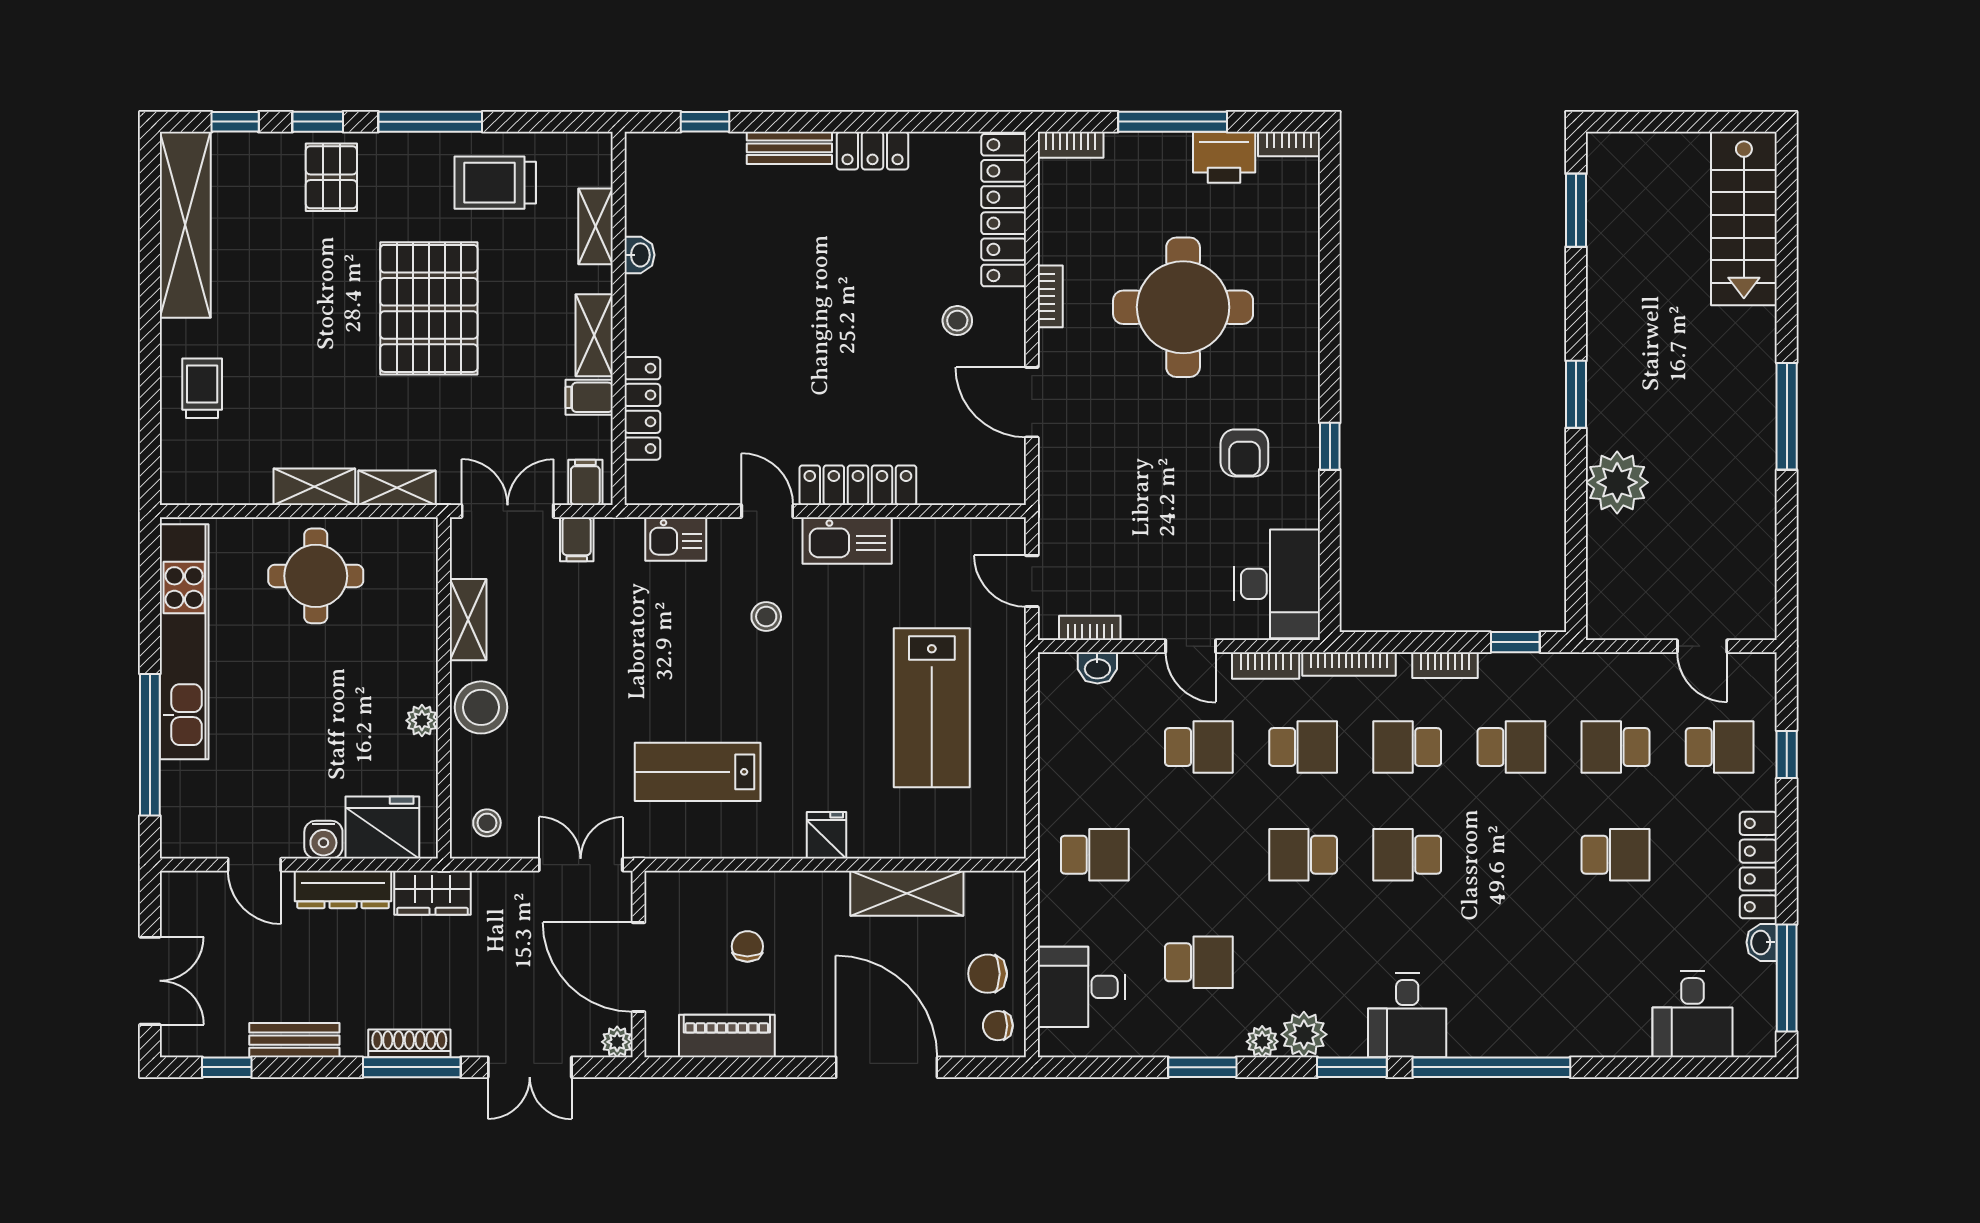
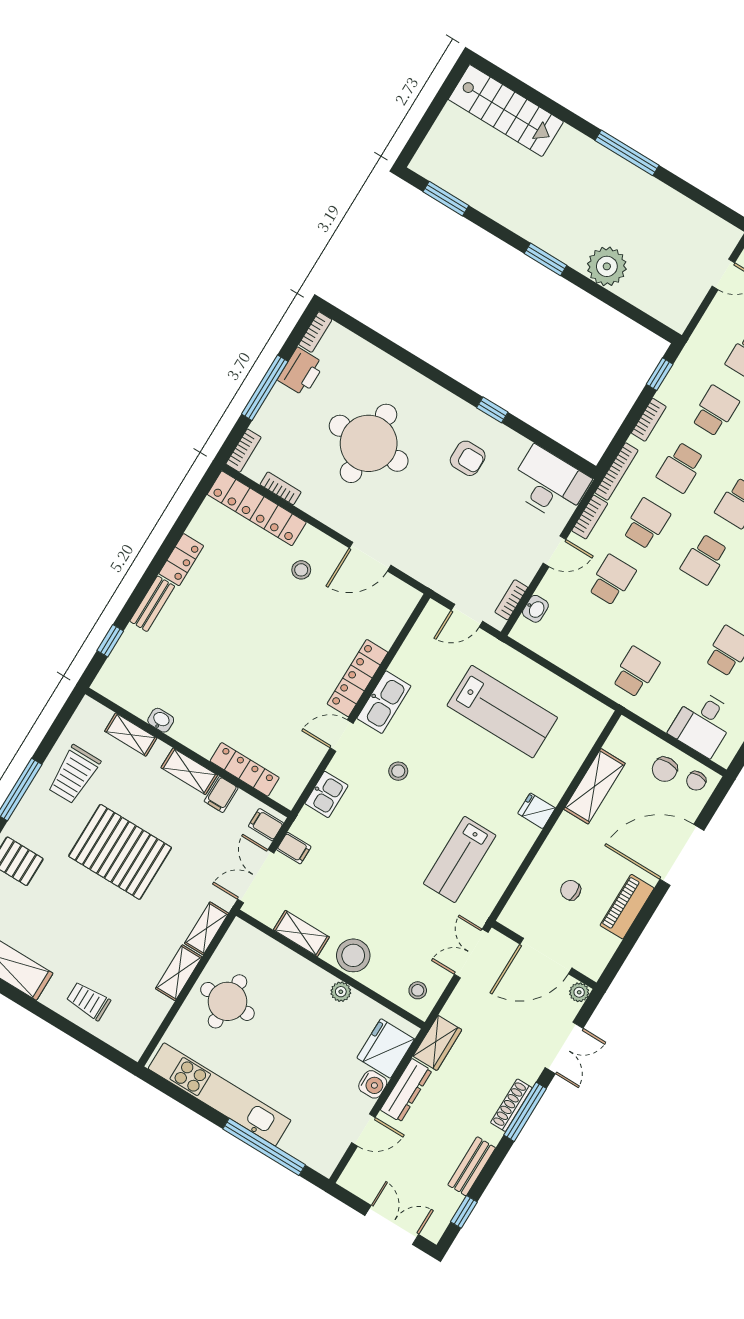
bookcase: (1050, 296) -> (281, 488), moved
piano: (727, 1036) -> (627, 907), moved

